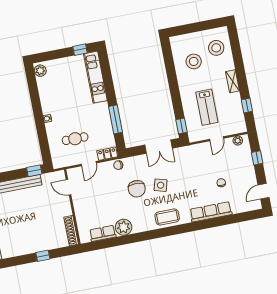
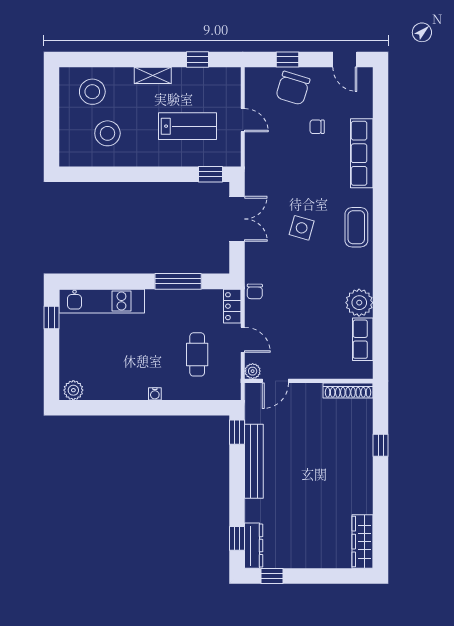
plant: (238, 141) -> (253, 371), moved
chair: (137, 189) -> (293, 88), moved, turned 107

